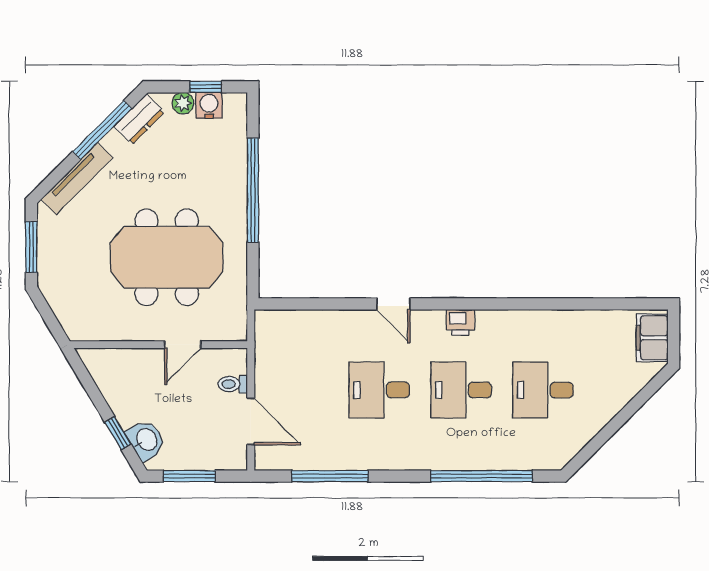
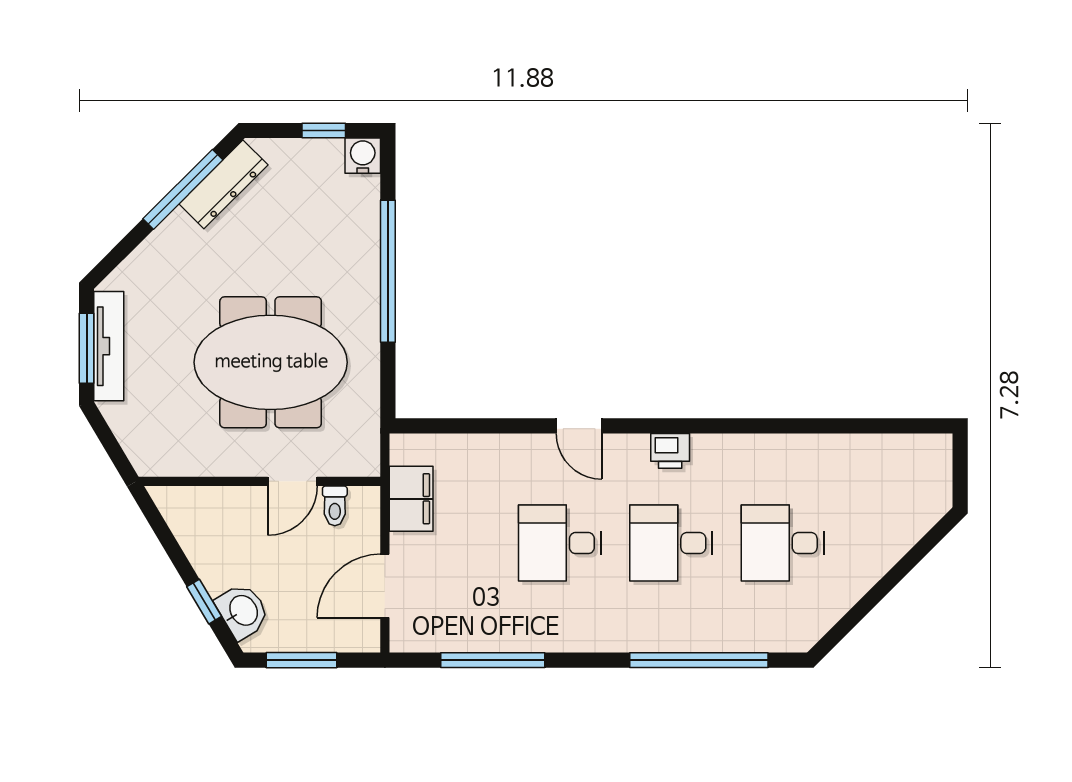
plant: (183, 103) -> (293, 153), removed
water cooler: (209, 105) -> (363, 156), moved
dresser: (139, 119) -> (223, 184), width x1.44
tv unit: (77, 178) -> (109, 346), moved, turned -45
filing cabinet: (652, 338) -> (411, 499), moved, turned 180
toilet: (233, 384) -> (335, 506), moved, turned -90
door: (251, 422) -> (385, 586), swing flipped

